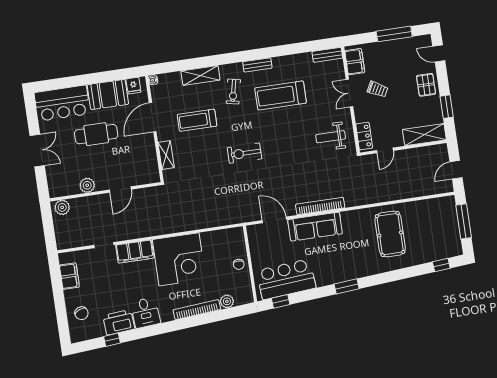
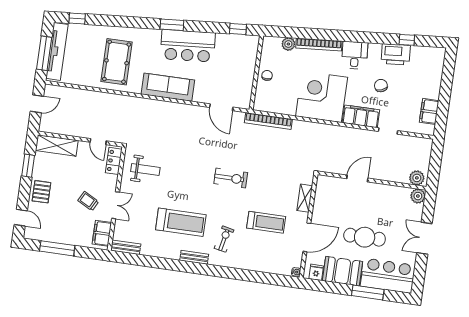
shelving: (200, 75) -> (250, 263), removed
window: (77, 81) -> (368, 293), added
door: (385, 150) -> (98, 142), swing flipped
plant: (87, 185) -> (418, 196), moved
bookcase: (320, 206) -> (268, 121), moved
sofa: (315, 227) -> (168, 87), moved
tv unit: (452, 227) -> (57, 51), added
bar counter: (286, 279) -> (188, 46), moved
chair: (81, 313) -> (381, 86), moved
desk: (145, 313) -> (355, 55), moved

